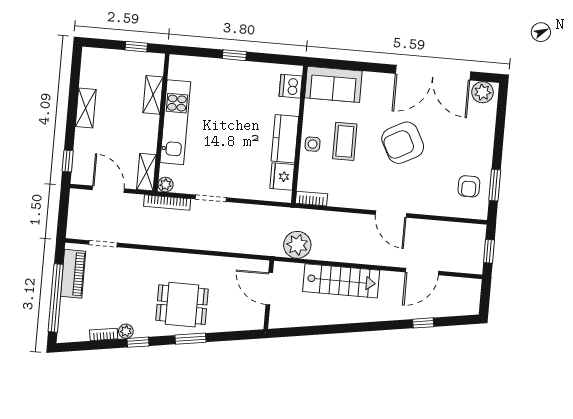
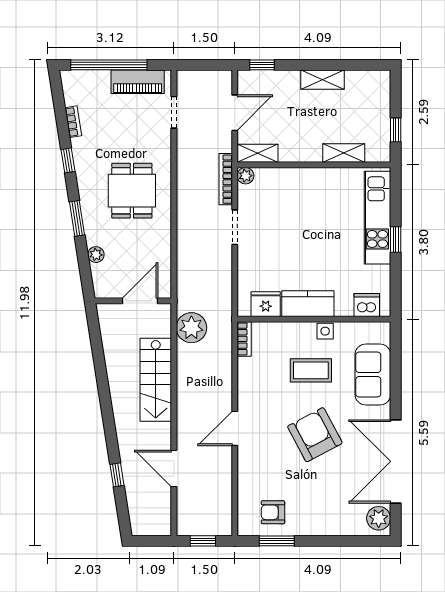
sofa: (333, 84) -> (373, 374), moved
kitchen unit: (175, 122) -> (377, 218), moved, turned 90
side table: (313, 144) -> (325, 331), moved
dining table: (182, 305) -> (132, 191), moved
plant: (126, 331) -> (96, 255), moved

